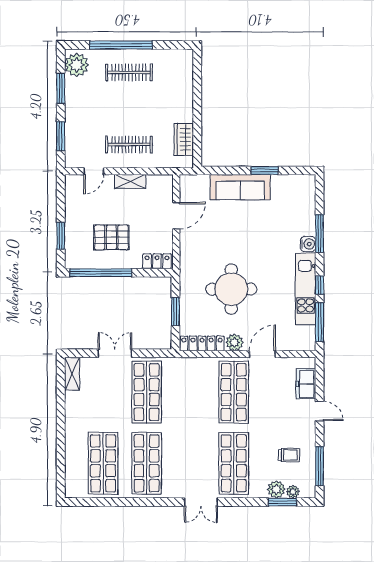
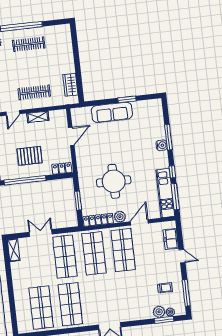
kitchen unit: (306, 289) -> (165, 193), moved
shop shelf: (234, 463) -> (94, 253), moved

